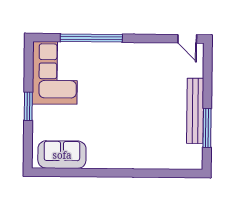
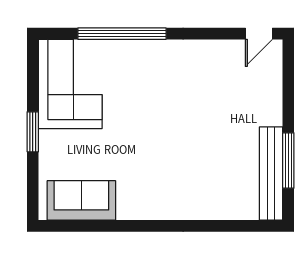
door: (187, 39) -> (259, 34), hinge flipped
bench: (195, 111) -> (271, 174), moved

